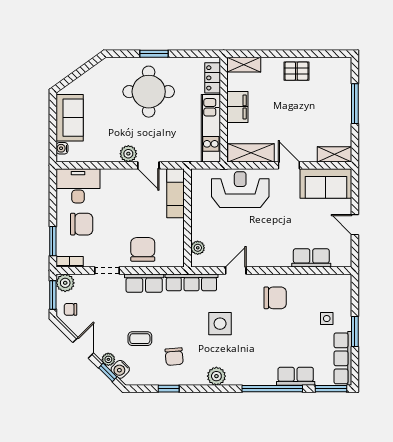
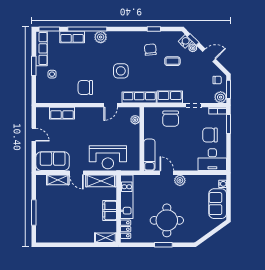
pallet: (296, 71) -> (72, 234), removed
shelving: (334, 154) -> (58, 180), moved
door: (83, 348) -> (209, 55), swing flipped
plant: (216, 376) -> (101, 37), moved

